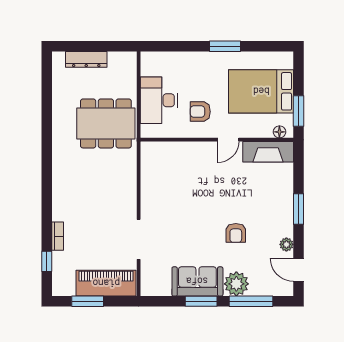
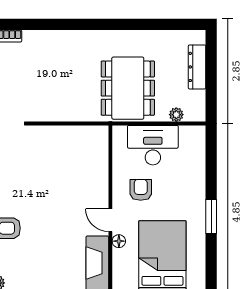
plant: (130, 79) -> (176, 115), added
floor lamp: (279, 132) -> (119, 241), moved

